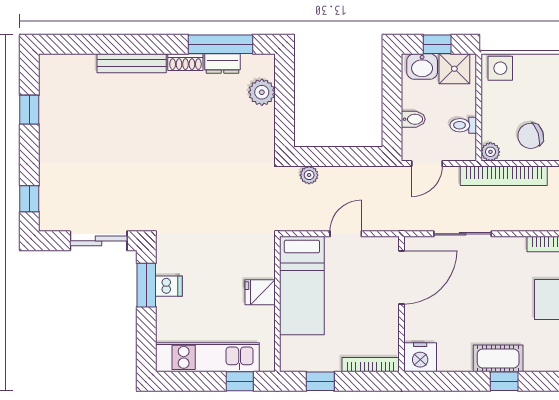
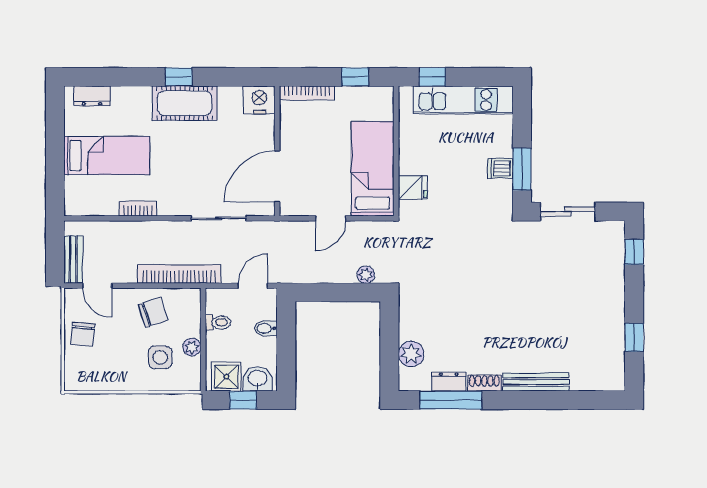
side table: (500, 68) -> (160, 357), moved
plant: (490, 152) -> (192, 347), moved
fridge: (260, 292) -> (413, 188), moved
cot: (498, 358) -> (185, 103), width x1.37, depth x1.34

